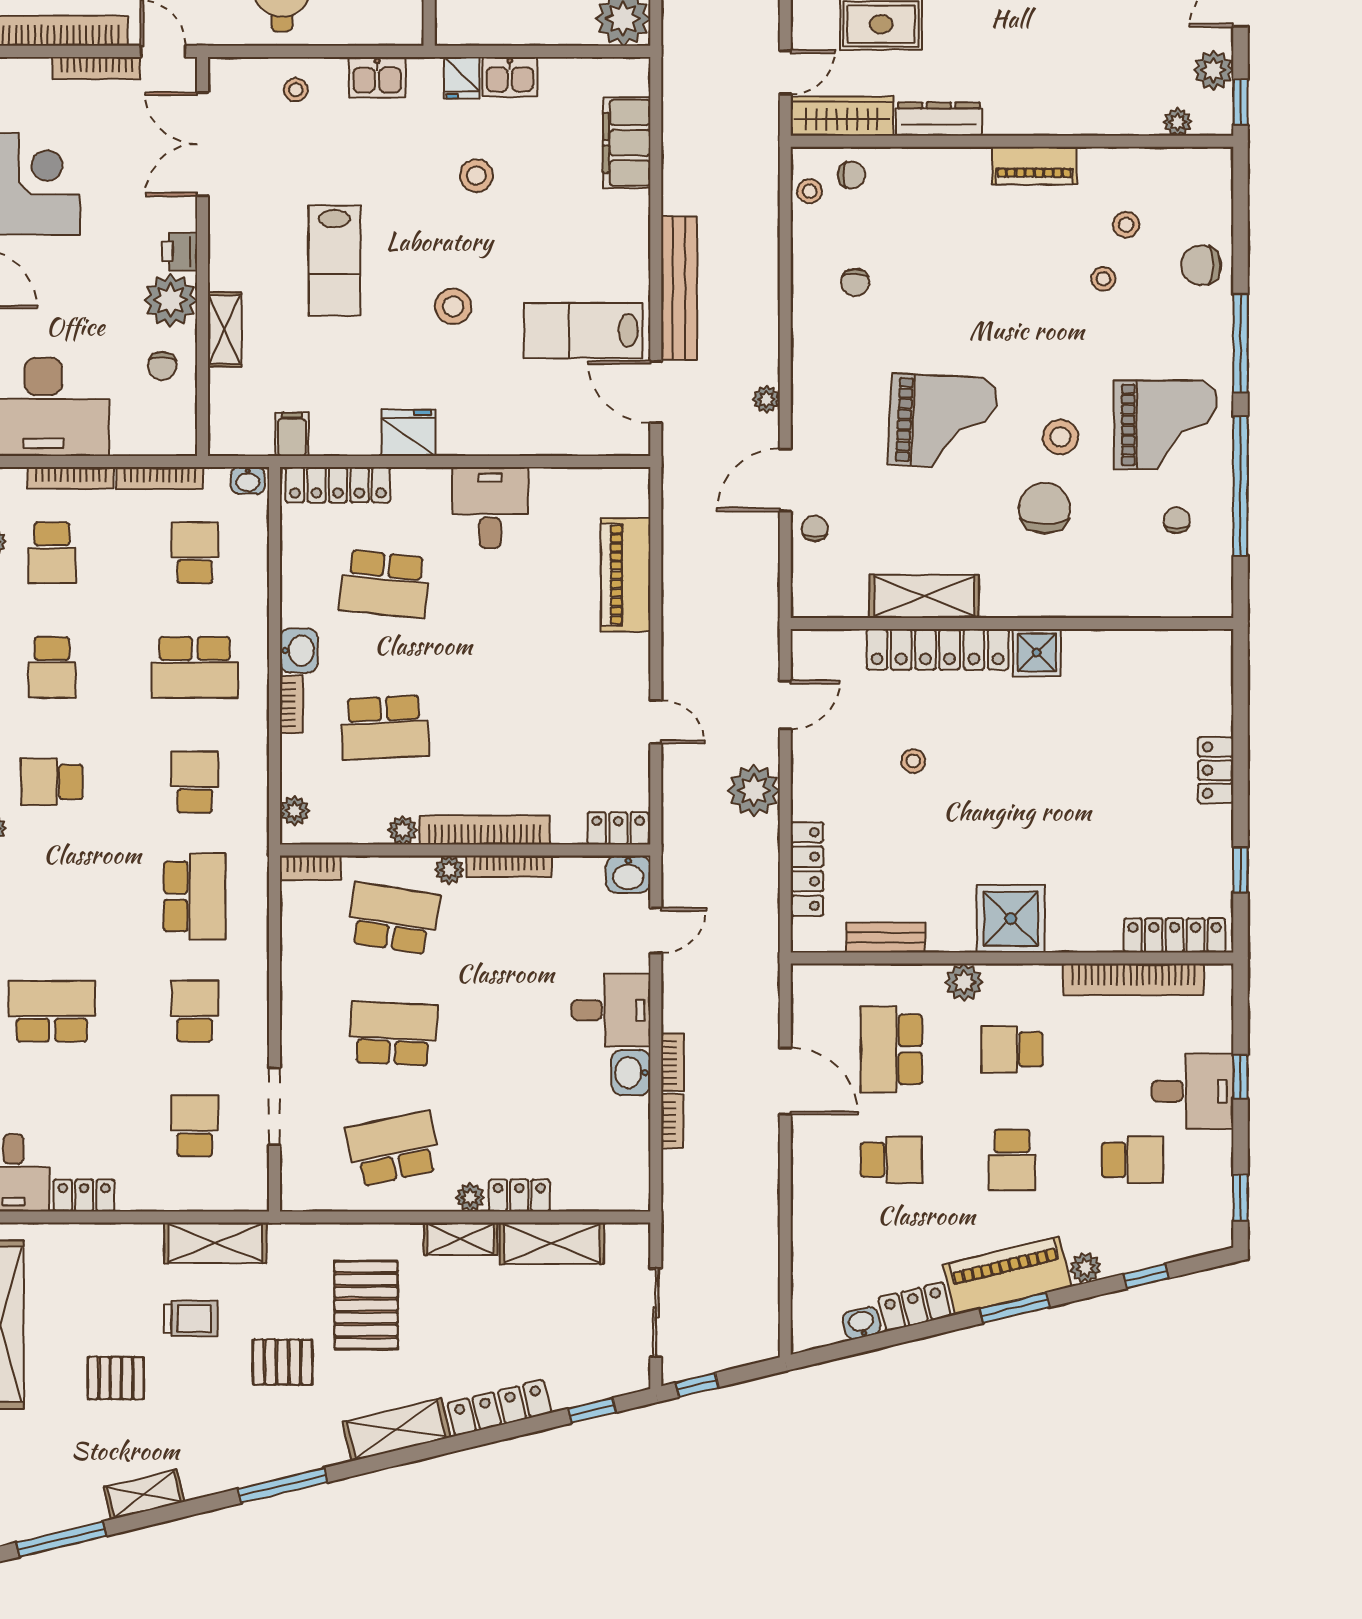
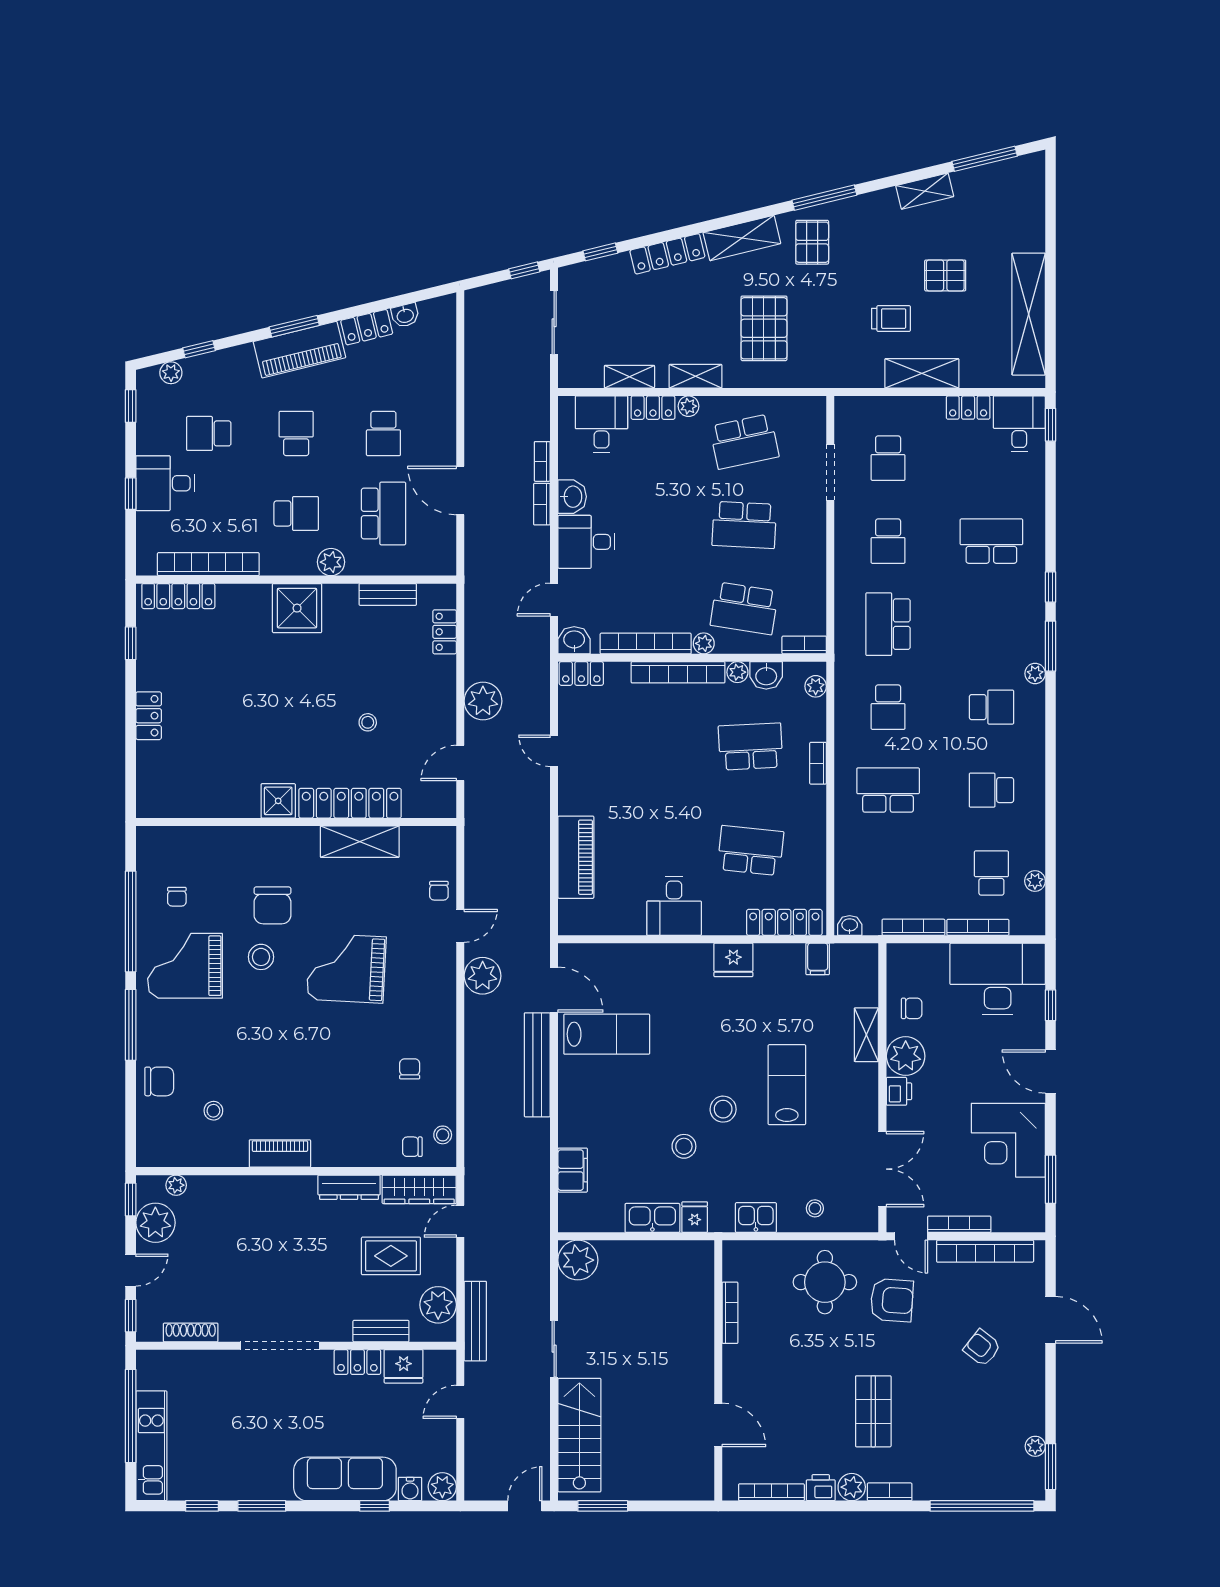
plant: (1213, 70) -> (155, 1223), width x1.36, depth x1.36
kitchen sink: (510, 77) -> (652, 1218), width x1.38
filing cabinet: (627, 143) -> (573, 1170), width x0.67, depth x0.86
stool: (1103, 279) -> (230, 1072), removed
stool: (453, 306) -> (723, 1109), moved
chair: (162, 366) -> (912, 1008), turned 88
plant: (766, 399) -> (483, 976), width x1.87, depth x1.87
door: (785, 480) -> (460, 926), width x0.73
school desk: (195, 553) -> (888, 873), removed
washbasin: (299, 650) -> (766, 675), moved, turned -90
school desk: (52, 667) -> (991, 790), turned -90
bookcase: (509, 866) -> (646, 644), width x1.48, depth x1.31
locker: (807, 869) -> (445, 632), width x0.66
school desk: (52, 1011) -> (991, 541), turned 180
school desk: (891, 1160) -> (383, 433), turned -90
desk: (590, 1173) -> (601, 424), added
shelving: (215, 1243) -> (922, 373), moved
shelving: (552, 1243) -> (629, 377), width x0.67, depth x0.75
plant: (1085, 1268) -> (171, 373), moved
trolley: (191, 1319) -> (891, 319), turned 180
pallet: (283, 1362) -> (812, 242), moved, turned 90

